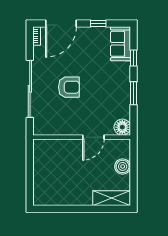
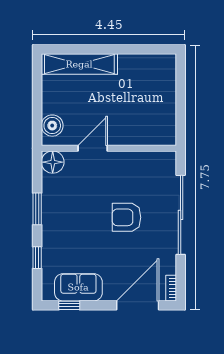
window: (98, 24) -> (69, 305), moved
sofa: (121, 44) -> (78, 287), moved, turned -90
boiler: (123, 166) -> (52, 126), moved
shelving: (112, 198) -> (79, 64), width x1.47

